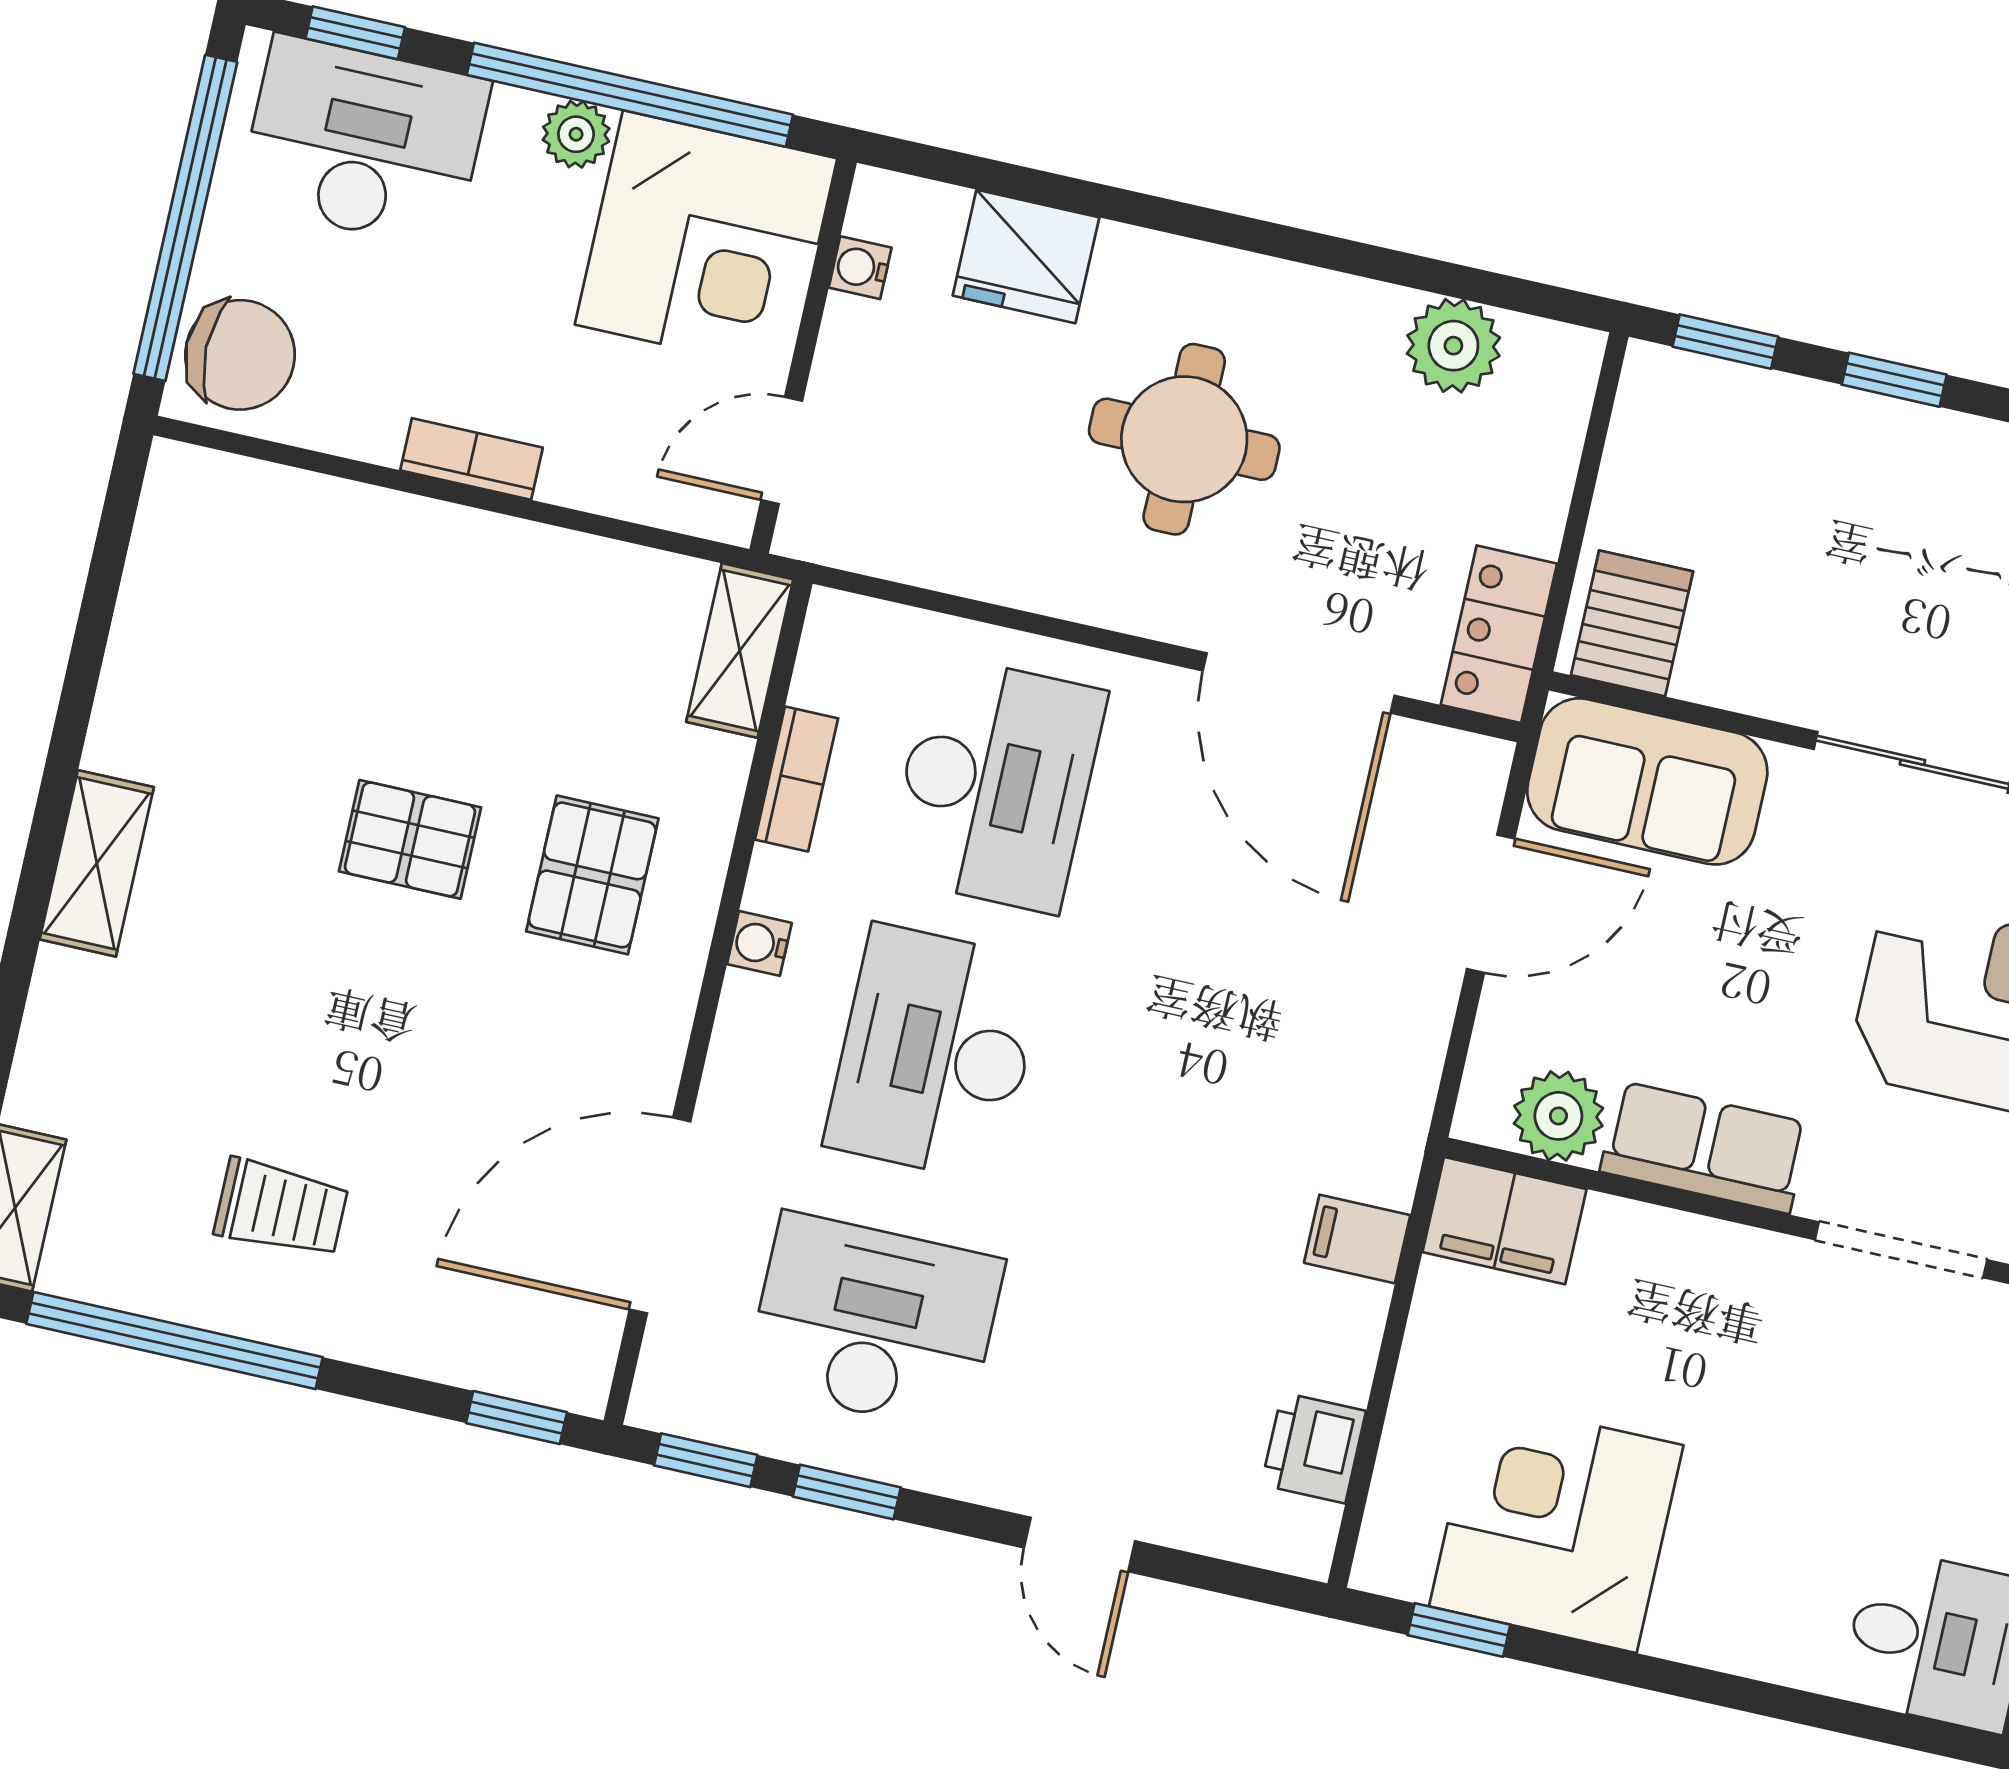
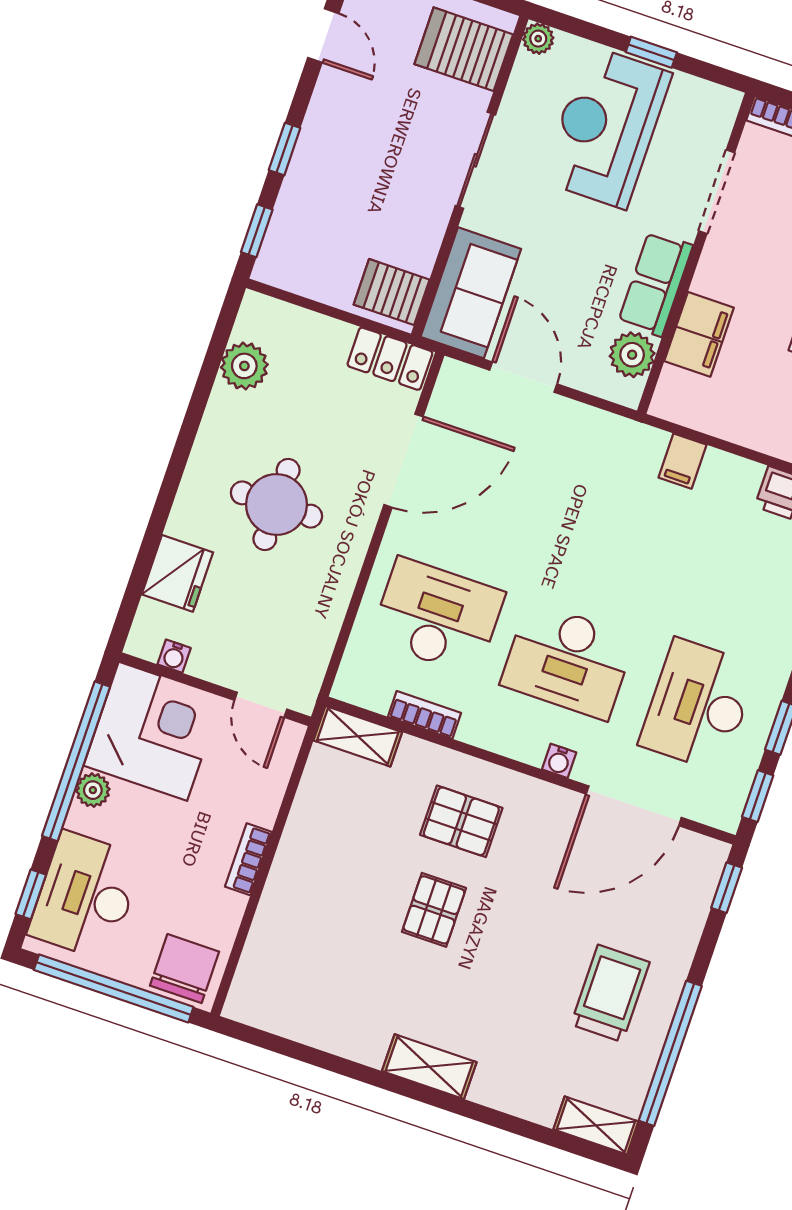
water cooler: (759, 943) -> (559, 761), moved
trolley: (281, 1208) -> (610, 993), width x1.36, depth x1.39
door: (660, 1215) -> (634, 806), hinge flipped
filing cabinet: (1504, 1221) -> (699, 334), moved

